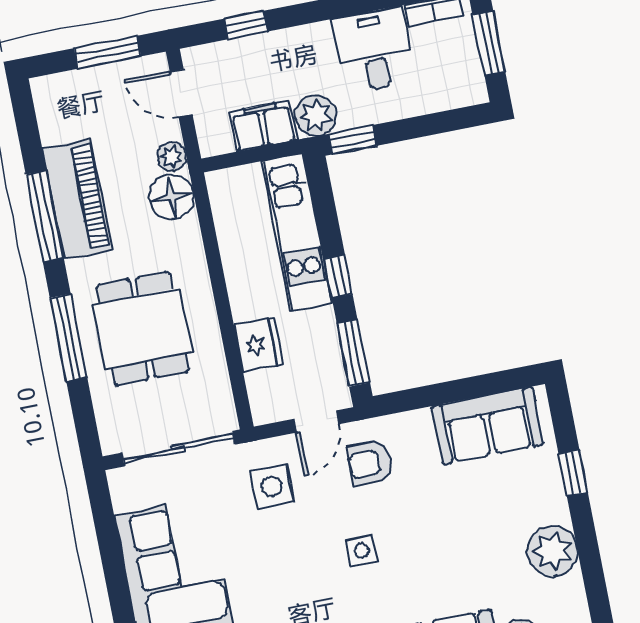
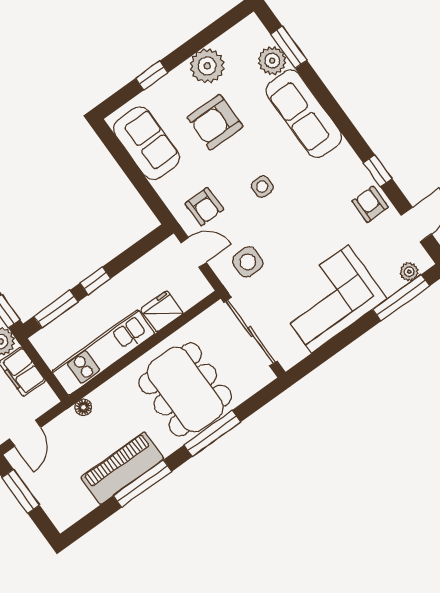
plant: (172, 157) -> (68, 421), removed
floor lamp: (172, 197) -> (83, 407), width x0.53, depth x0.53
kitchen unit: (297, 232) -> (103, 353), moved, turned 180
dining table: (142, 328) -> (185, 389), width x1.38
window: (353, 353) -> (56, 309), moved
armchair: (474, 528) -> (215, 122), added

